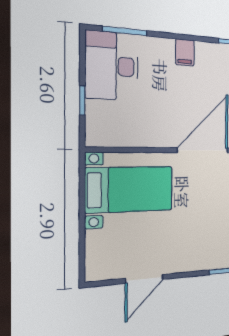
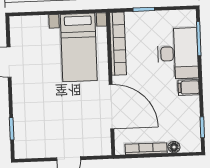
desk: (112, 66) -> (178, 54), moved, turned 90
bookcase: (127, 138) -> (118, 44), added

